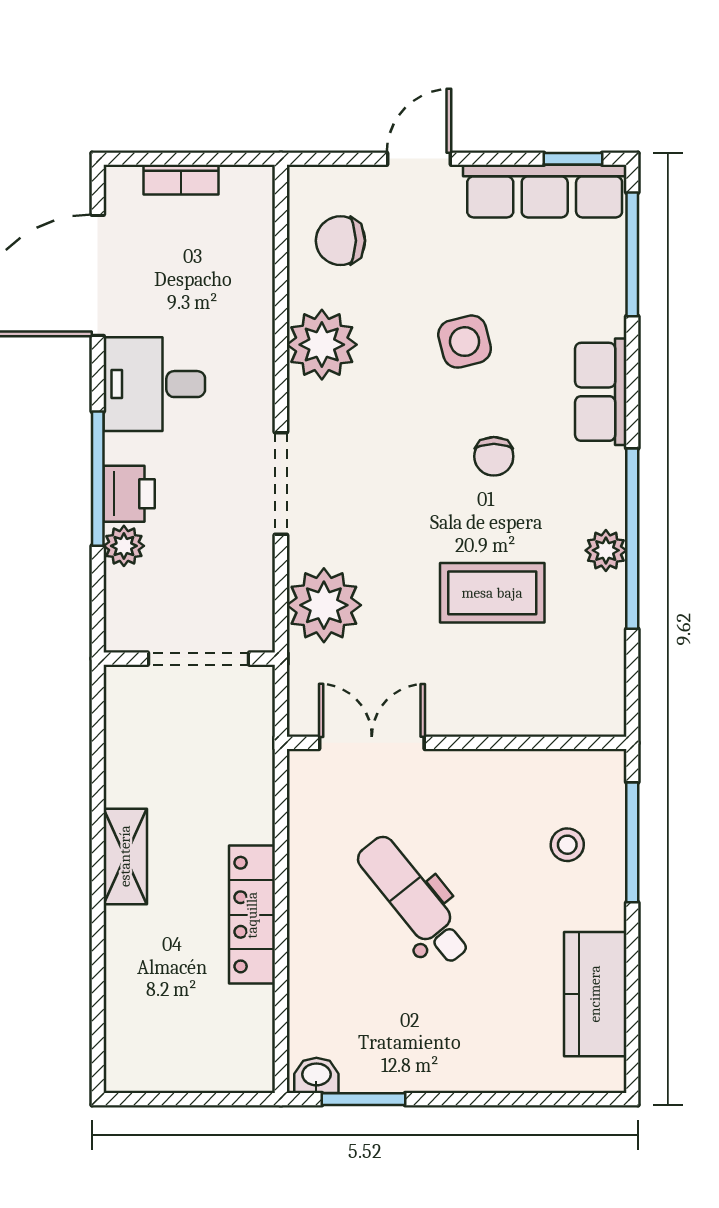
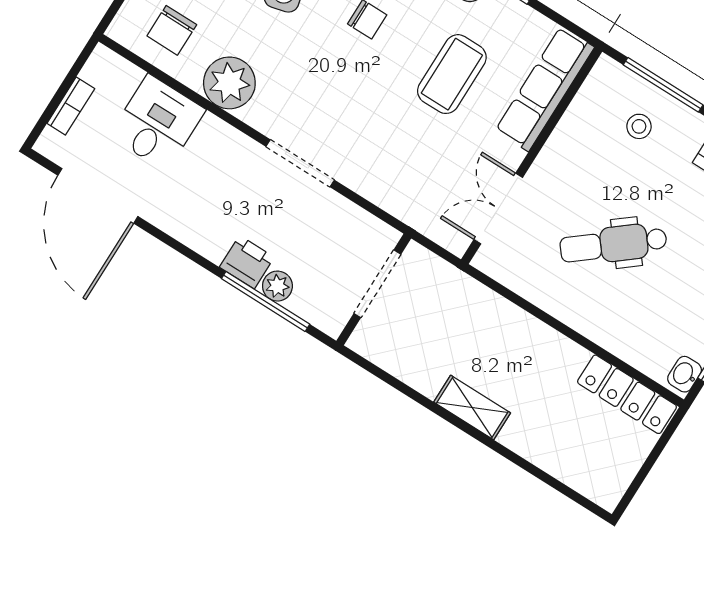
desk: (154, 384) -> (157, 123), moved, turned 180
window: (98, 479) -> (266, 301), moved
plant: (324, 605) -> (393, 184), removed
row of seats: (542, 710) -> (545, 89), added
locker: (252, 915) -> (627, 394), moved

